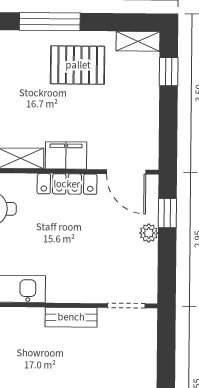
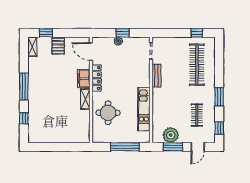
pallet: (78, 65) -> (58, 46), moved, width x0.67, depth x0.71
door: (126, 172) -> (91, 52), swing flipped
window: (167, 213) -> (123, 33), moved

